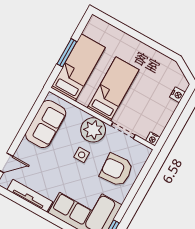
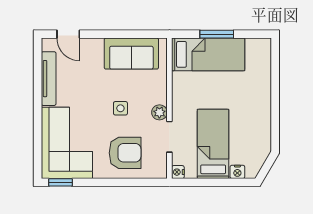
bed: (113, 89) -> (213, 144), moved, turned -90
plant: (93, 130) -> (159, 112), width x0.53, depth x0.53
armchair: (116, 170) -> (125, 153), turned 94

